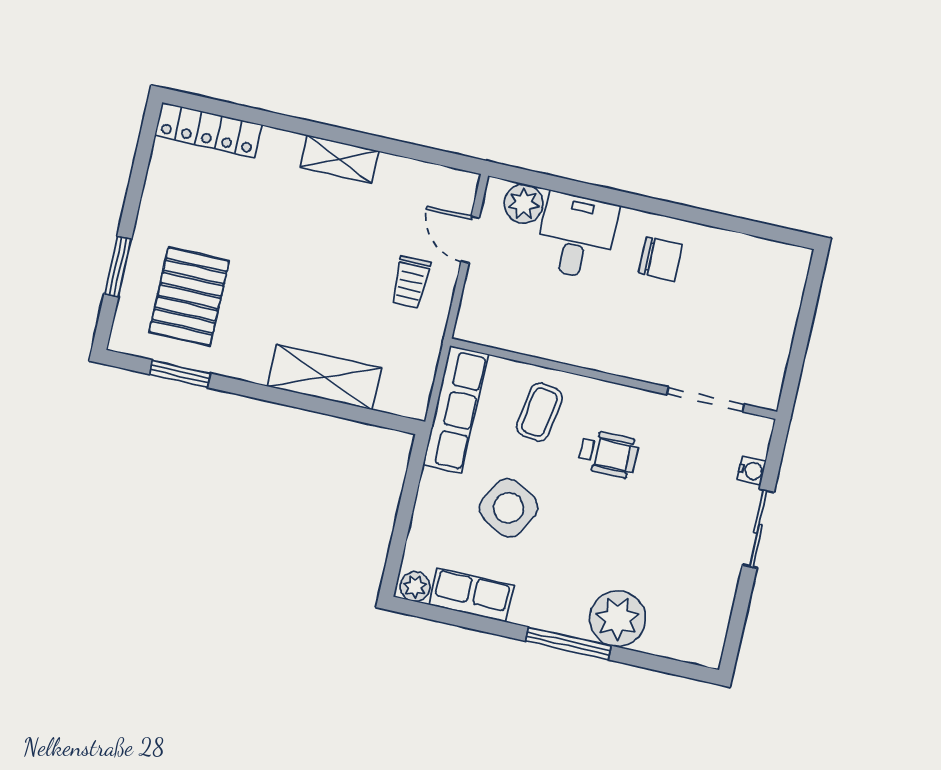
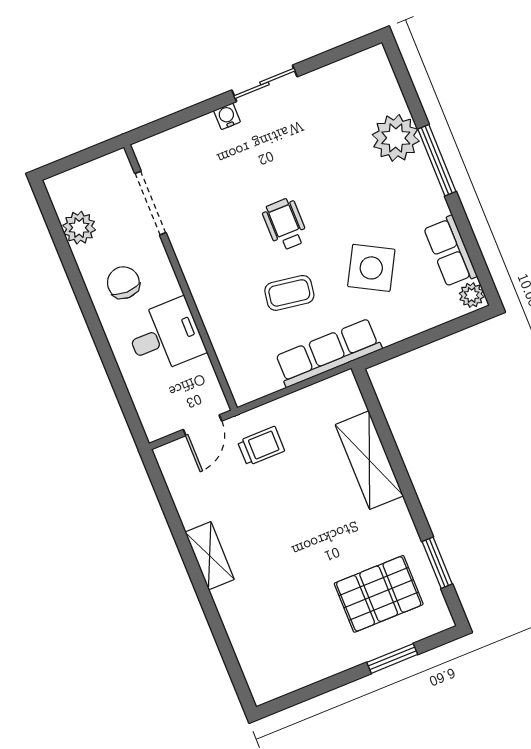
locker: (208, 130) -> (253, 661), removed
plant: (524, 204) -> (79, 228), moved
desk: (577, 236) -> (165, 336), moved, turned 180
wall: (614, 379) -> (181, 277), moved
doorway: (706, 399) -> (150, 203), moved

